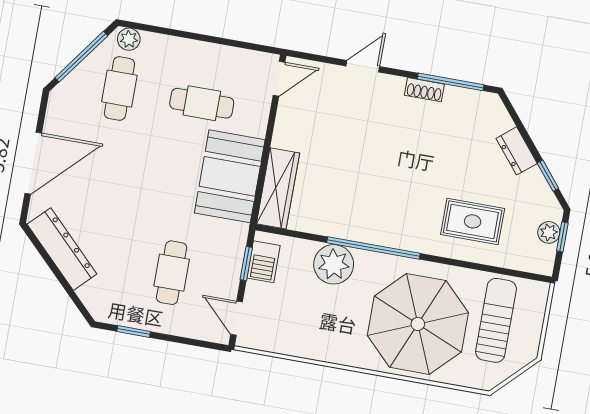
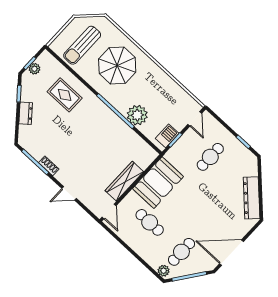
door: (279, 79) -> (109, 211), swing flipped
door: (33, 163) -> (231, 253), moved
wardrobe: (278, 188) -> (124, 181), moved
parasol: (418, 324) -> (117, 66), width x0.73, depth x0.73

